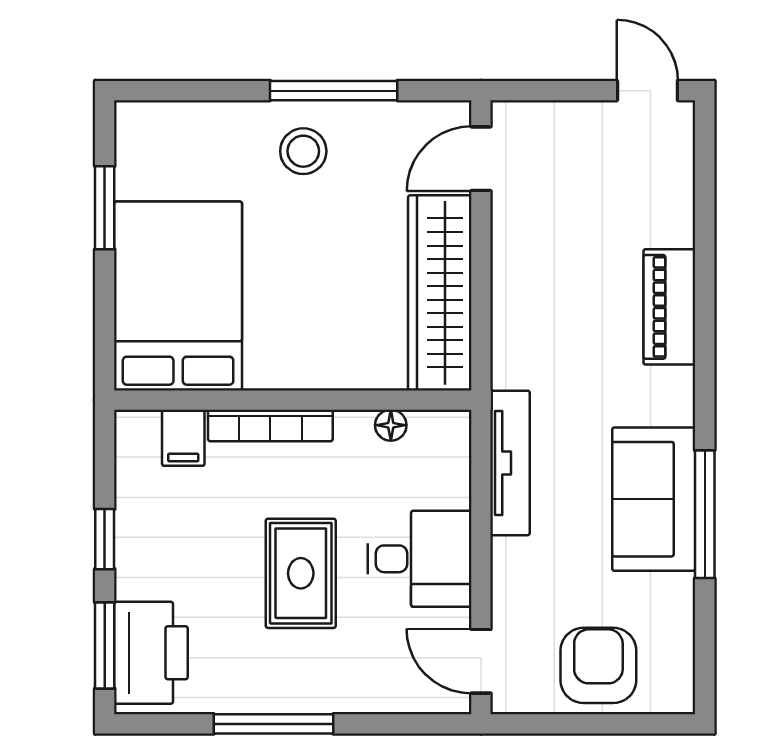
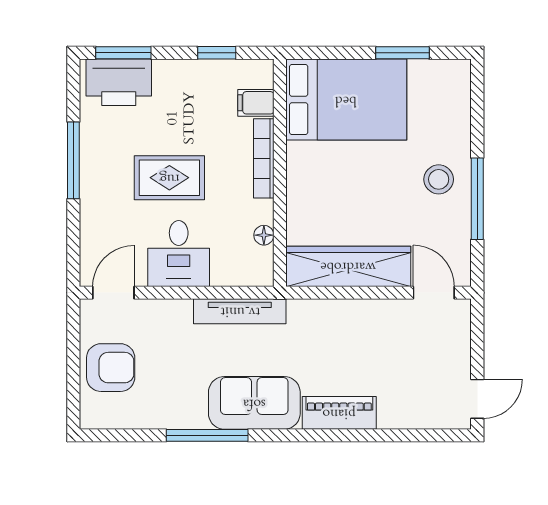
sofa: (654, 499) -> (254, 403), moved
window: (105, 539) -> (217, 53), moved

